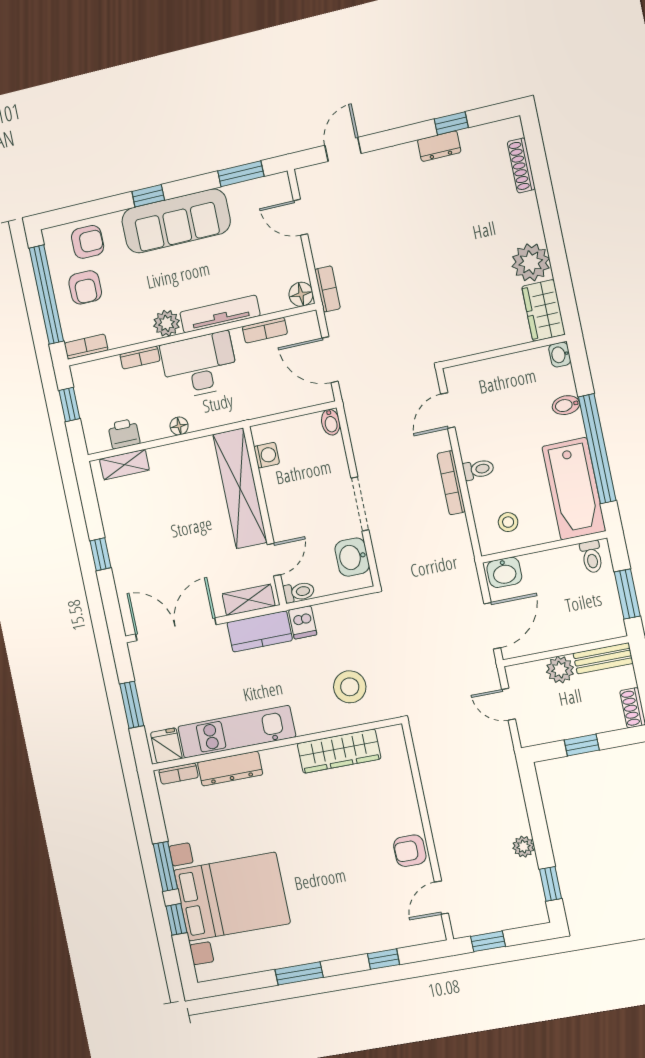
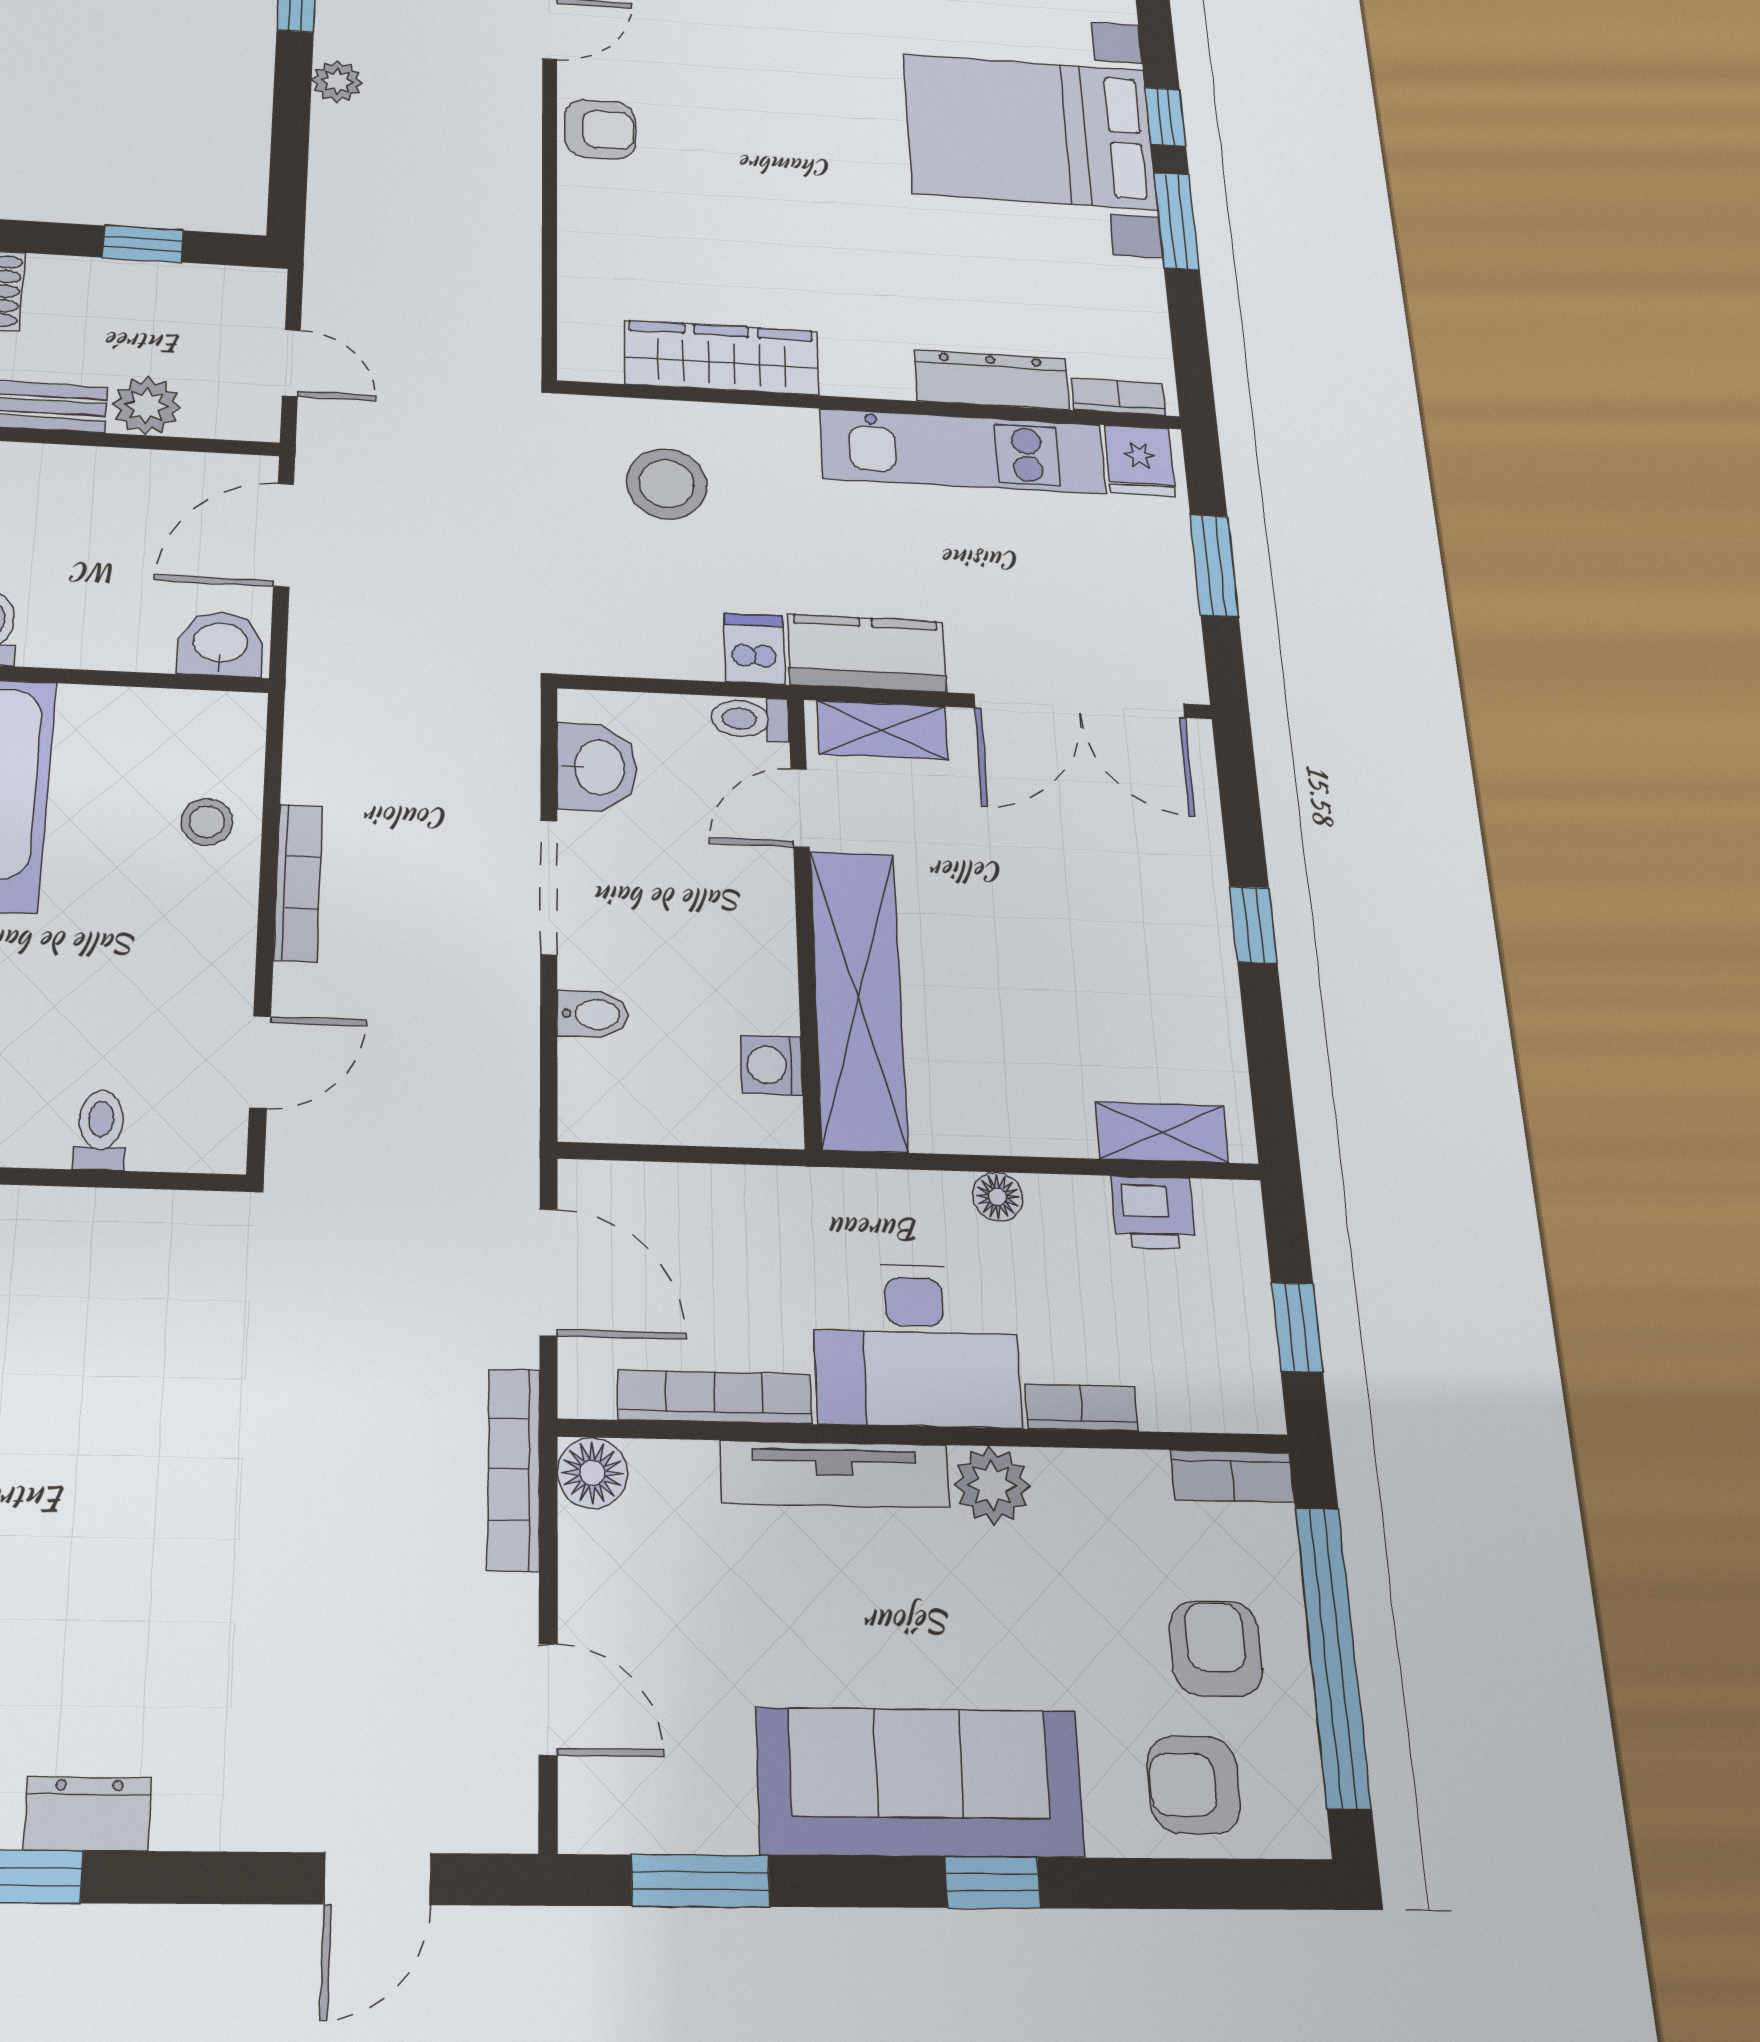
bookcase: (328, 289) -> (514, 1469), width x1.56
bookcase: (265, 330) -> (715, 1397), width x1.56
bidet: (331, 422) -> (593, 1014), moved, turned 90
toilet: (478, 469) -> (100, 1130), moved, turned 90
stool: (508, 522) -> (207, 822), moved

